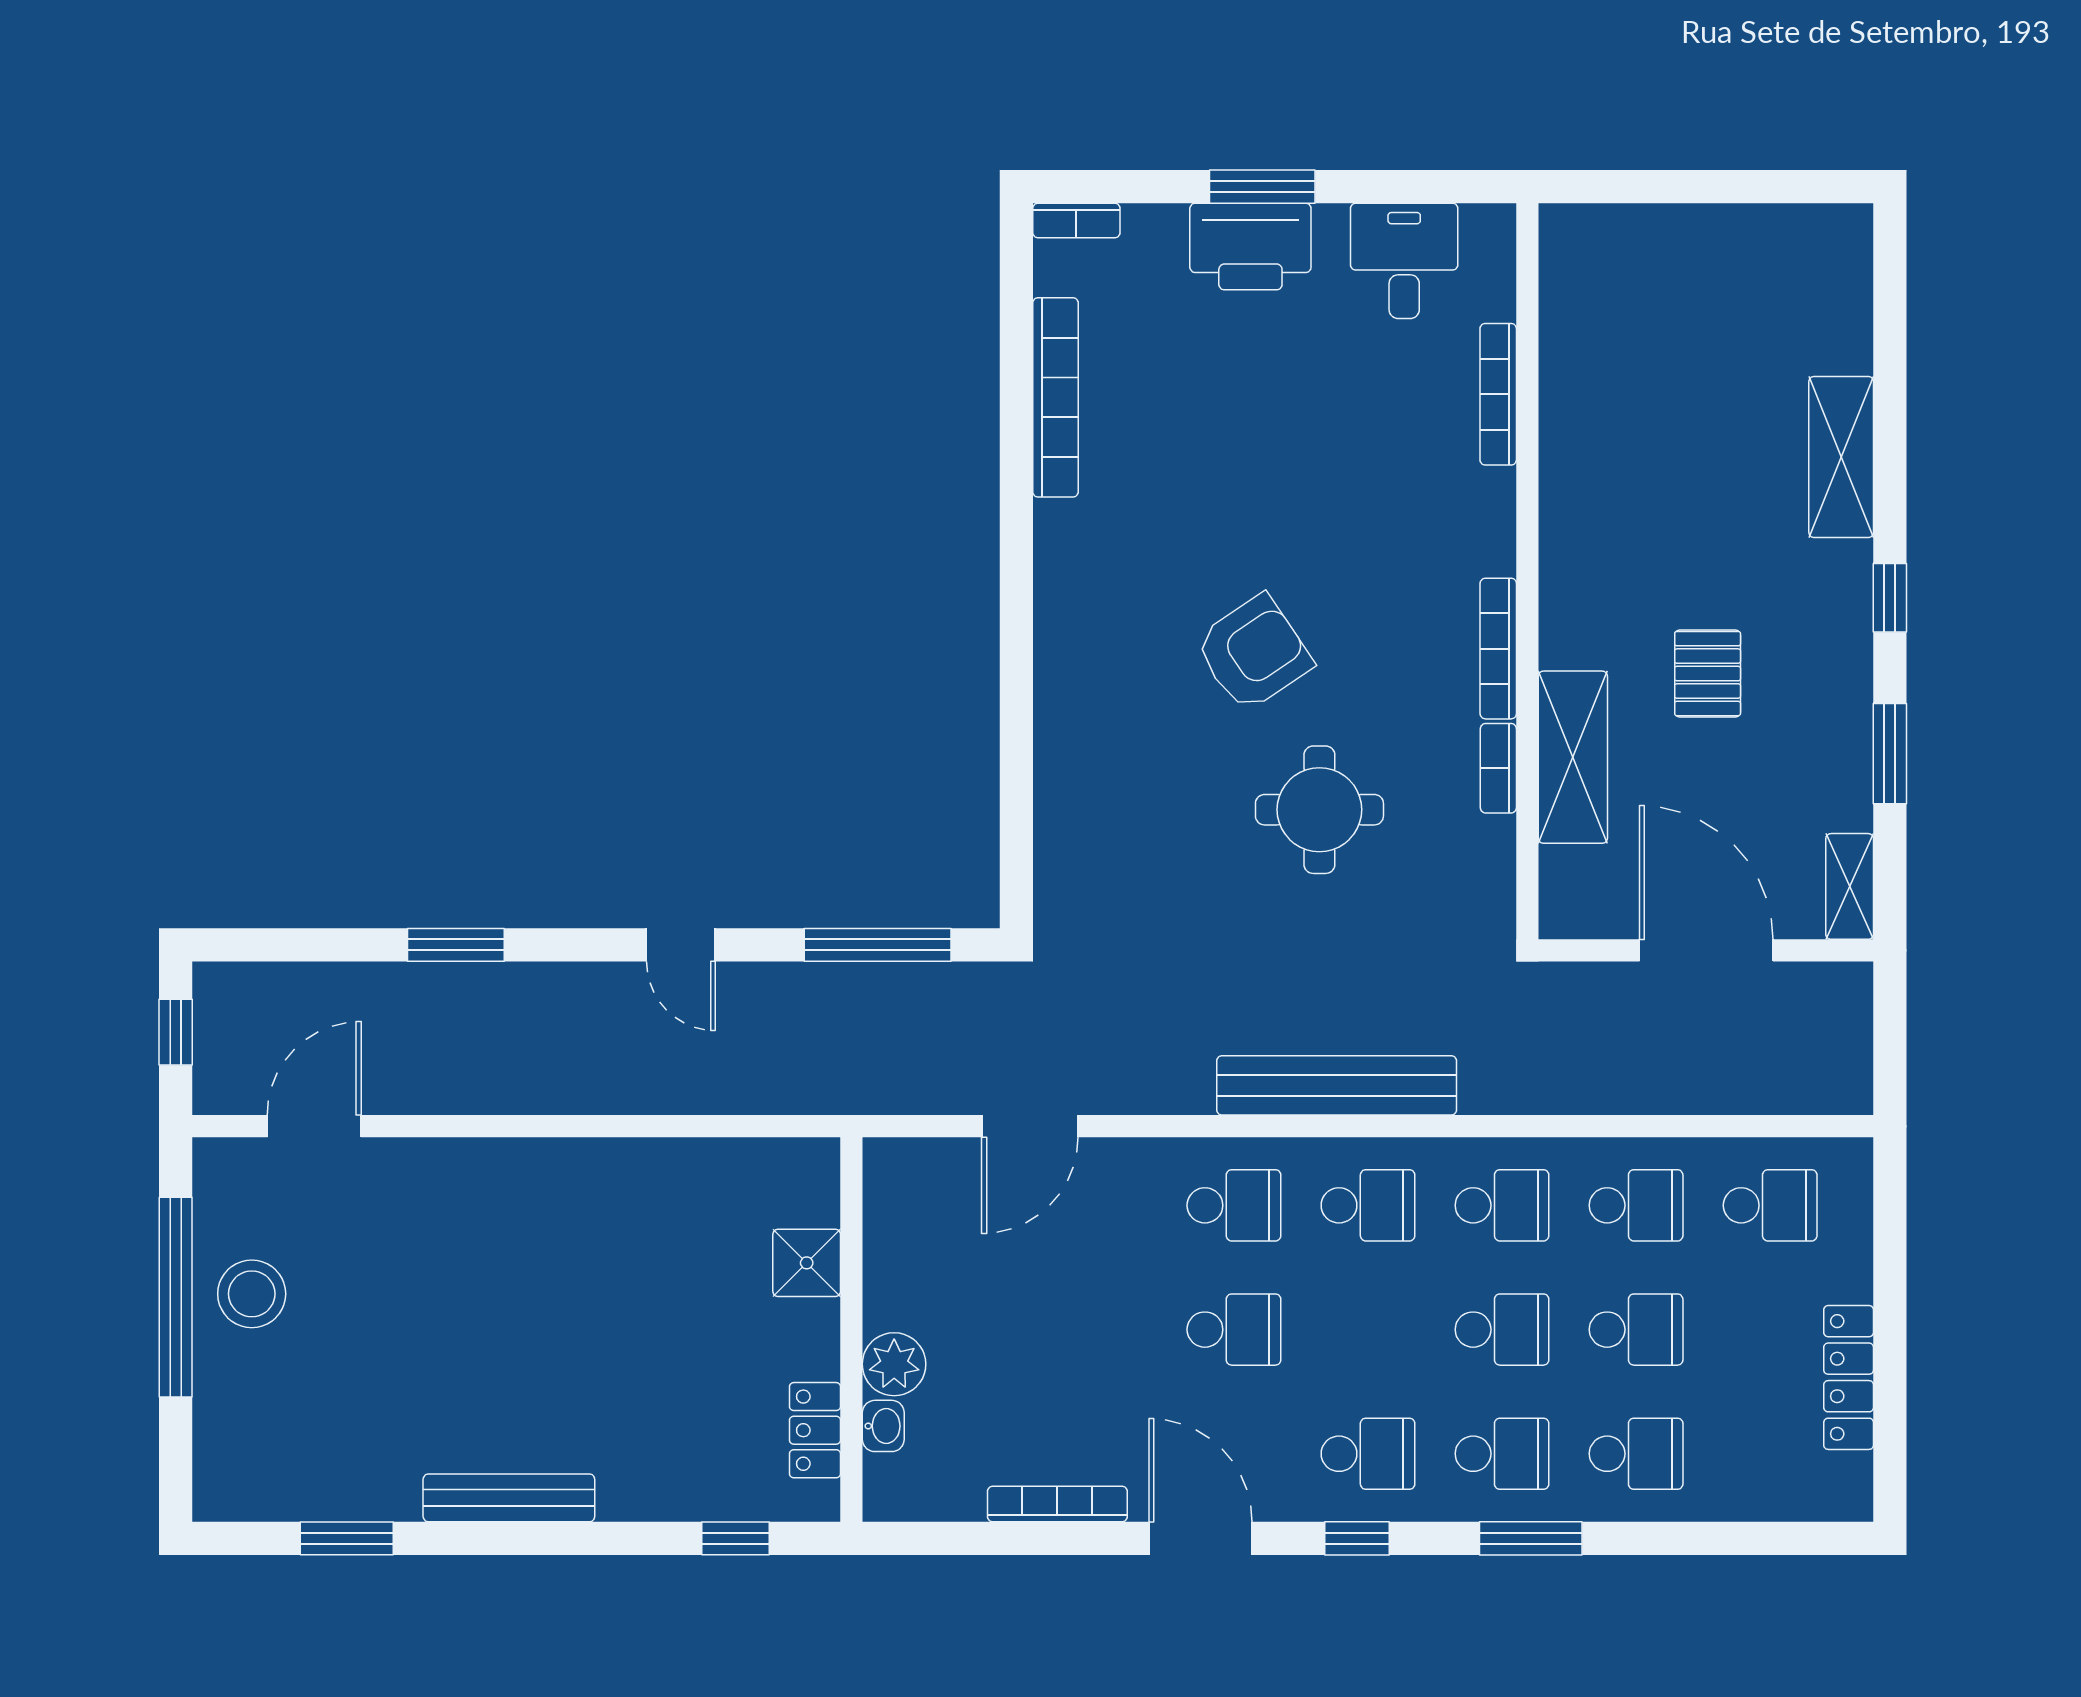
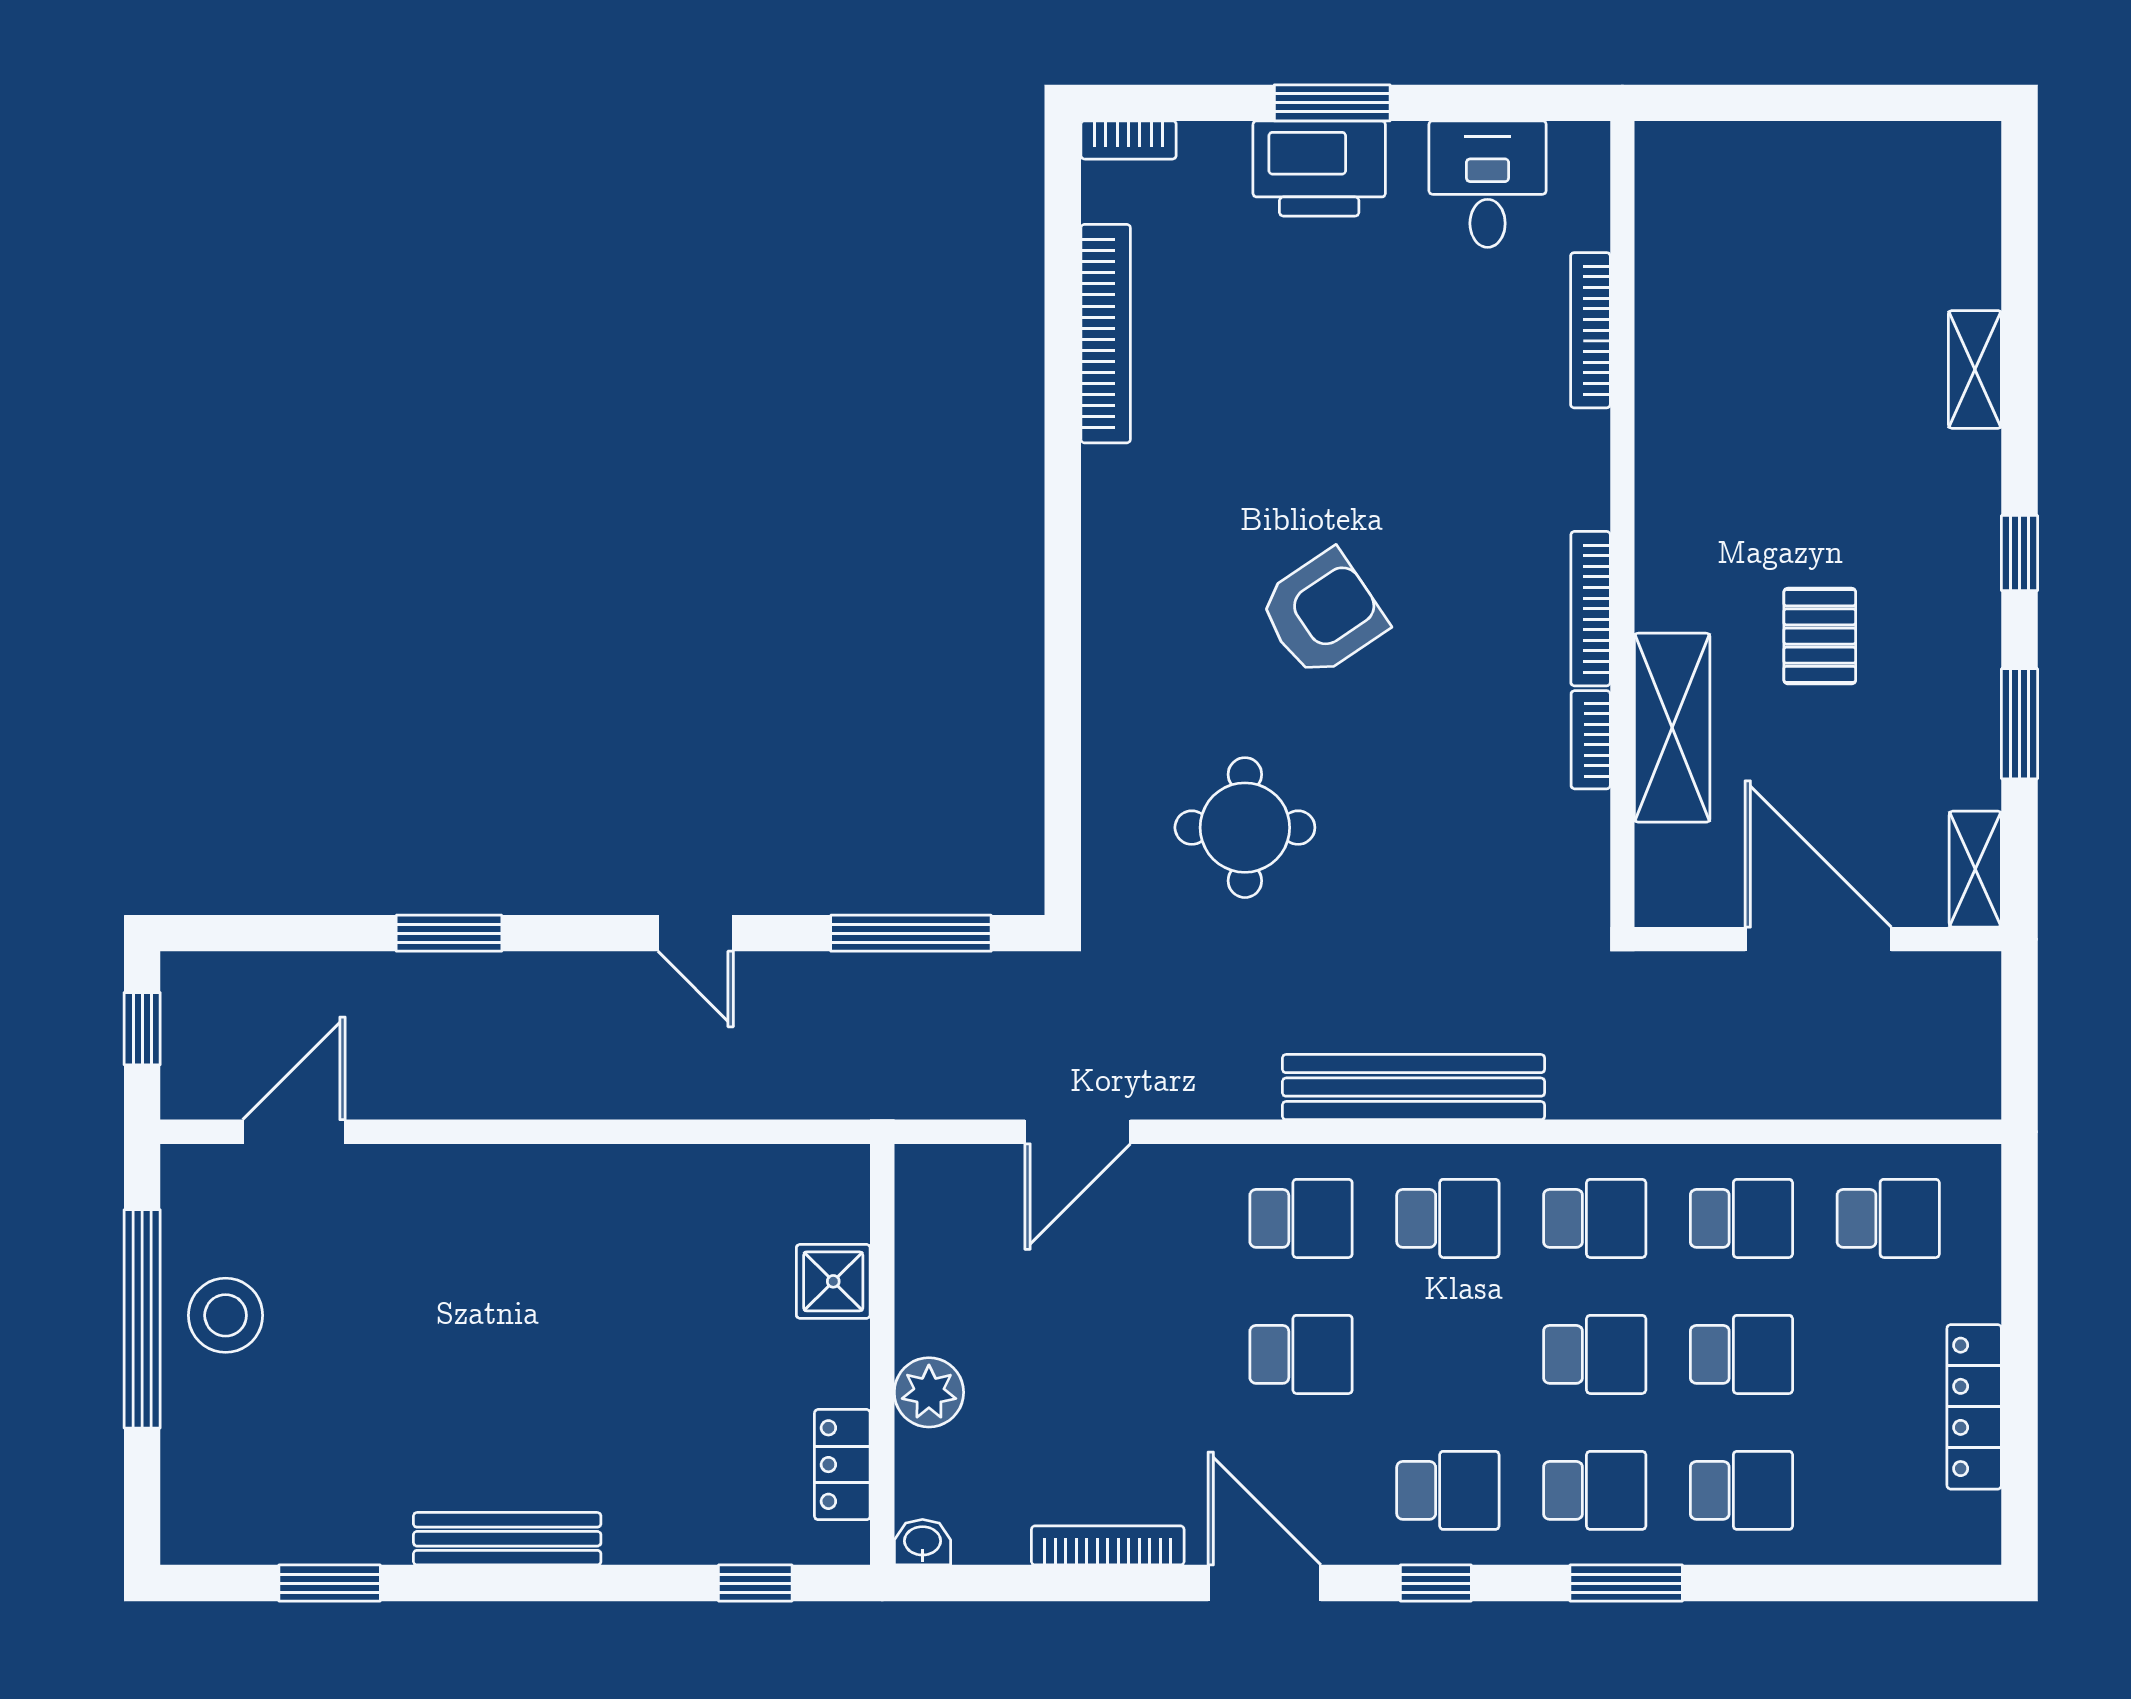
shelving: (1841, 457) -> (1975, 369), width x0.67, depth x0.75
round table: (1319, 810) -> (1245, 828), moved
washbasin: (883, 1426) -> (922, 1542), moved, turned -90

